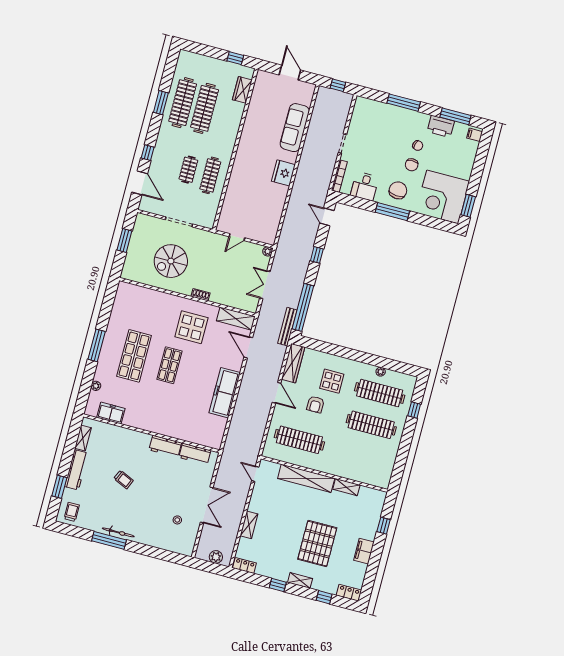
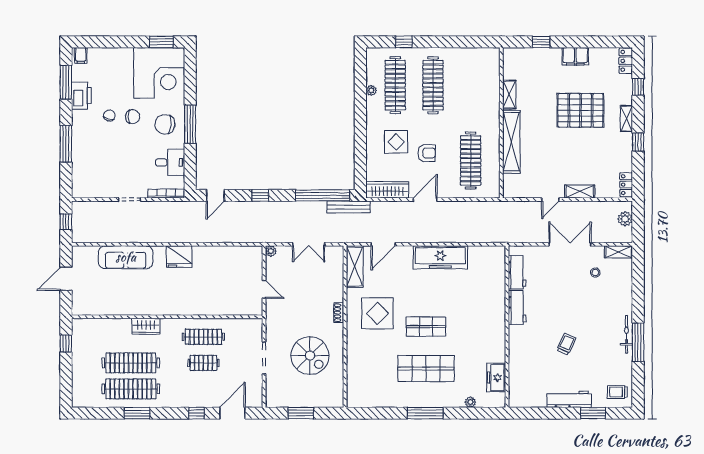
wardrobe: (242, 90) -> (146, 326), moved
shelving: (83, 438) -> (619, 252), moved
door: (255, 474) -> (550, 200), moved

